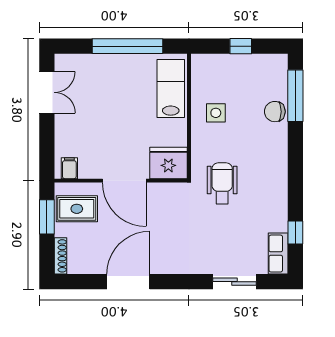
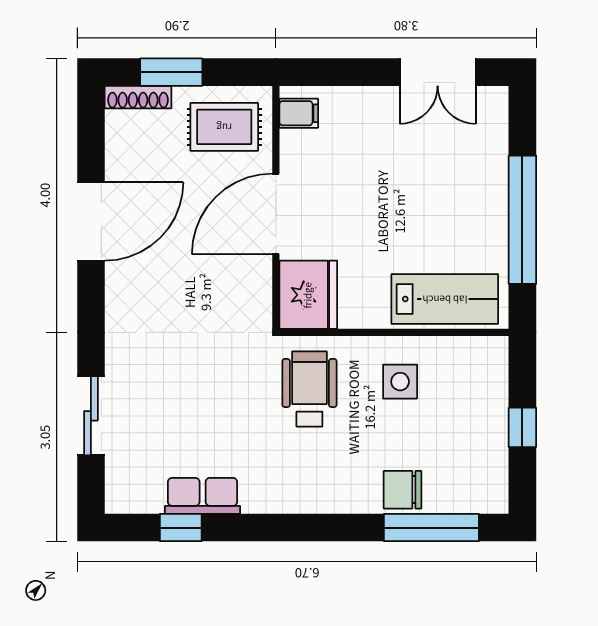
chair: (275, 112) -> (402, 490), turned -90
wheelchair: (222, 183) -> (309, 389), moved, turned -90
rug: (77, 209) -> (224, 127), turned 90
window: (47, 217) -> (171, 72), moved
row of seats: (278, 254) -> (203, 496), moved
door: (128, 282) -> (91, 221), hinge flipped

